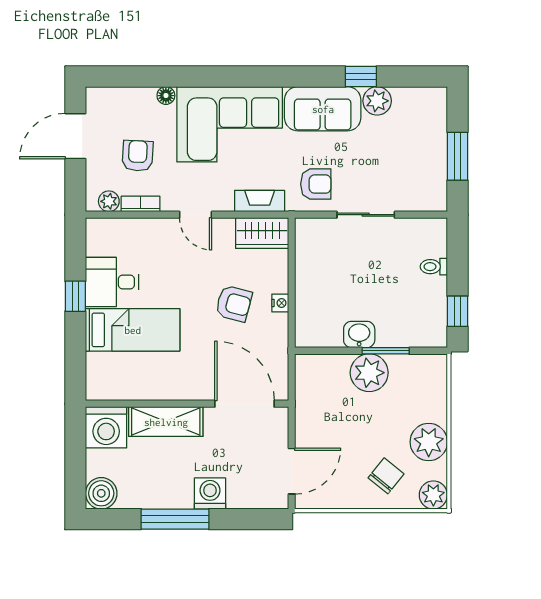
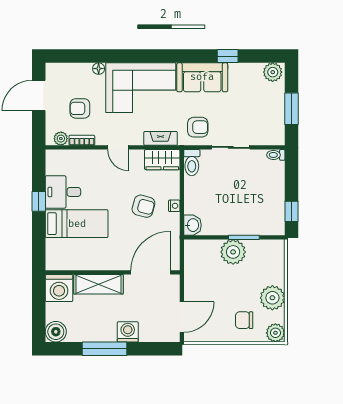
plant: (377, 101) -> (273, 72), moved
armchair: (138, 156) -> (80, 108), turned -93
toilet: (307, 238) -> (192, 163), added
toilet: (434, 267) -> (276, 155), moved
washbasin: (359, 335) -> (192, 225), moved, turned 90
door: (245, 404) -> (151, 272), hinge flipped
chair: (386, 476) -> (244, 320), turned -129

